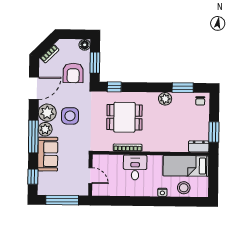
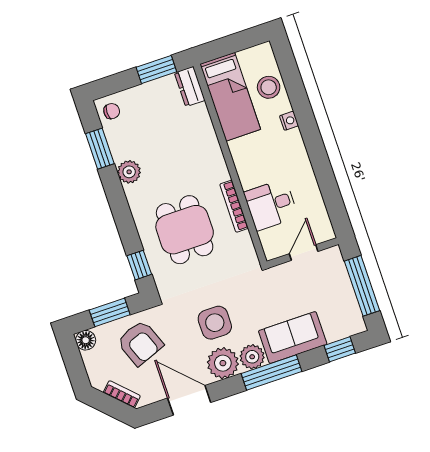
armchair: (73, 73) -> (140, 343), turned 69
desk: (135, 167) -> (271, 205), moved

